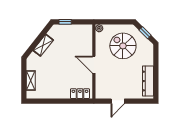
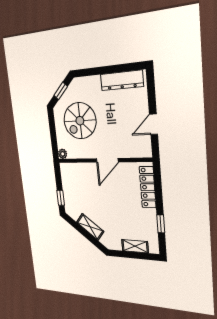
locker: (80, 94) -> (148, 187), width x1.53
window: (49, 101) -> (161, 224), added
door: (118, 101) -> (154, 124), swing flipped

